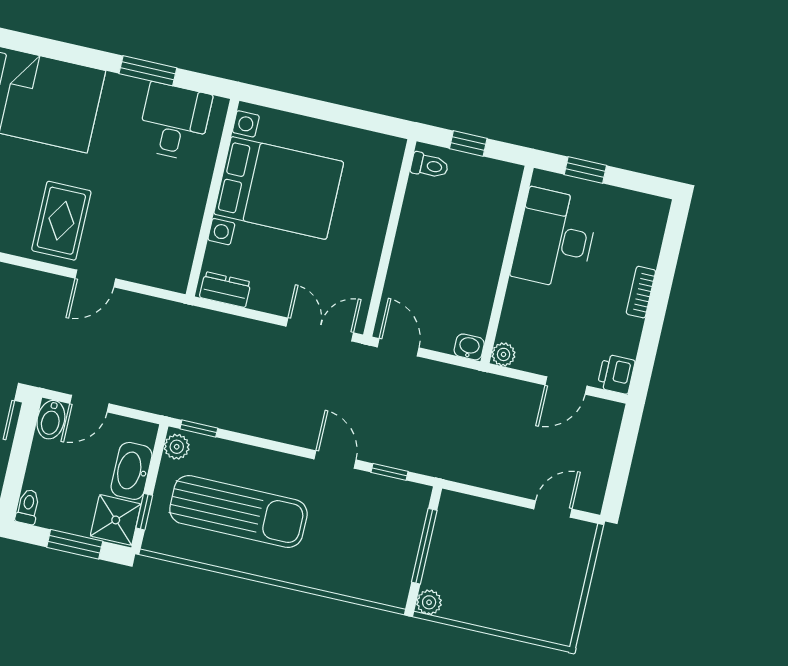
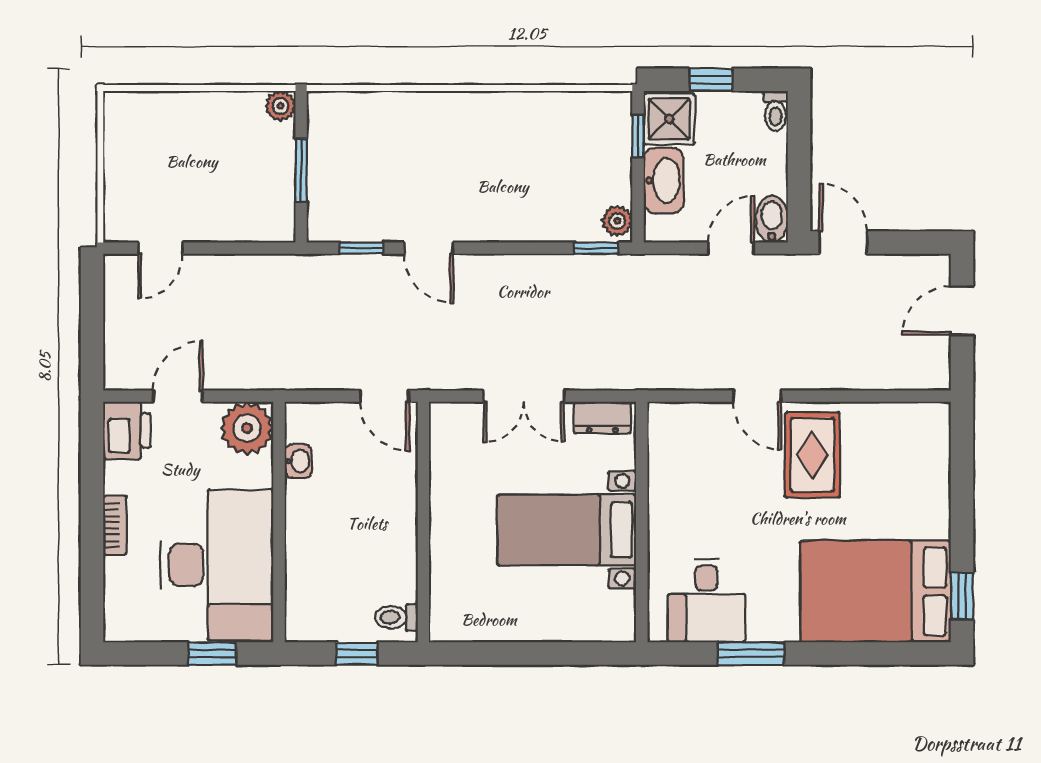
bed with nightstands: (279, 188) -> (567, 530), width x0.73
desk: (555, 239) -> (217, 565), width x1.36, depth x1.30
door: (95, 279) -> (757, 396), swing flipped
double door: (320, 329) -> (524, 396), moved
washbasin: (469, 347) -> (298, 461), moved, turned -90
plant: (504, 354) -> (247, 428), width x1.88, depth x1.88
printer: (616, 374) -> (127, 430), width x1.36, depth x1.24
sun lounger: (238, 512) -> (528, 161), removed
window: (75, 544) -> (711, 80), width x0.67
window: (424, 546) -> (301, 170), width x0.69

